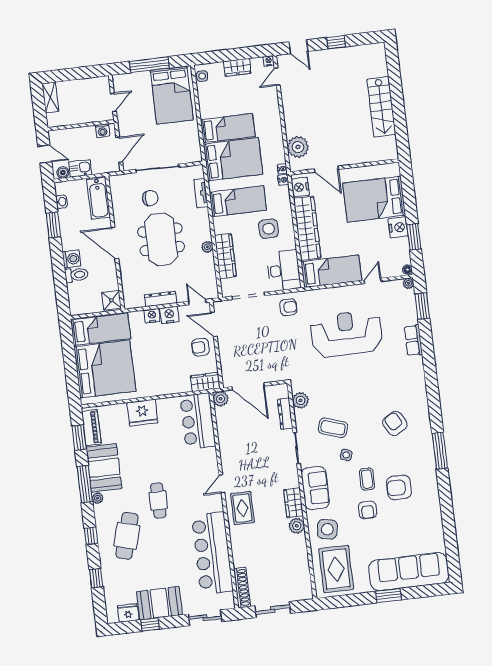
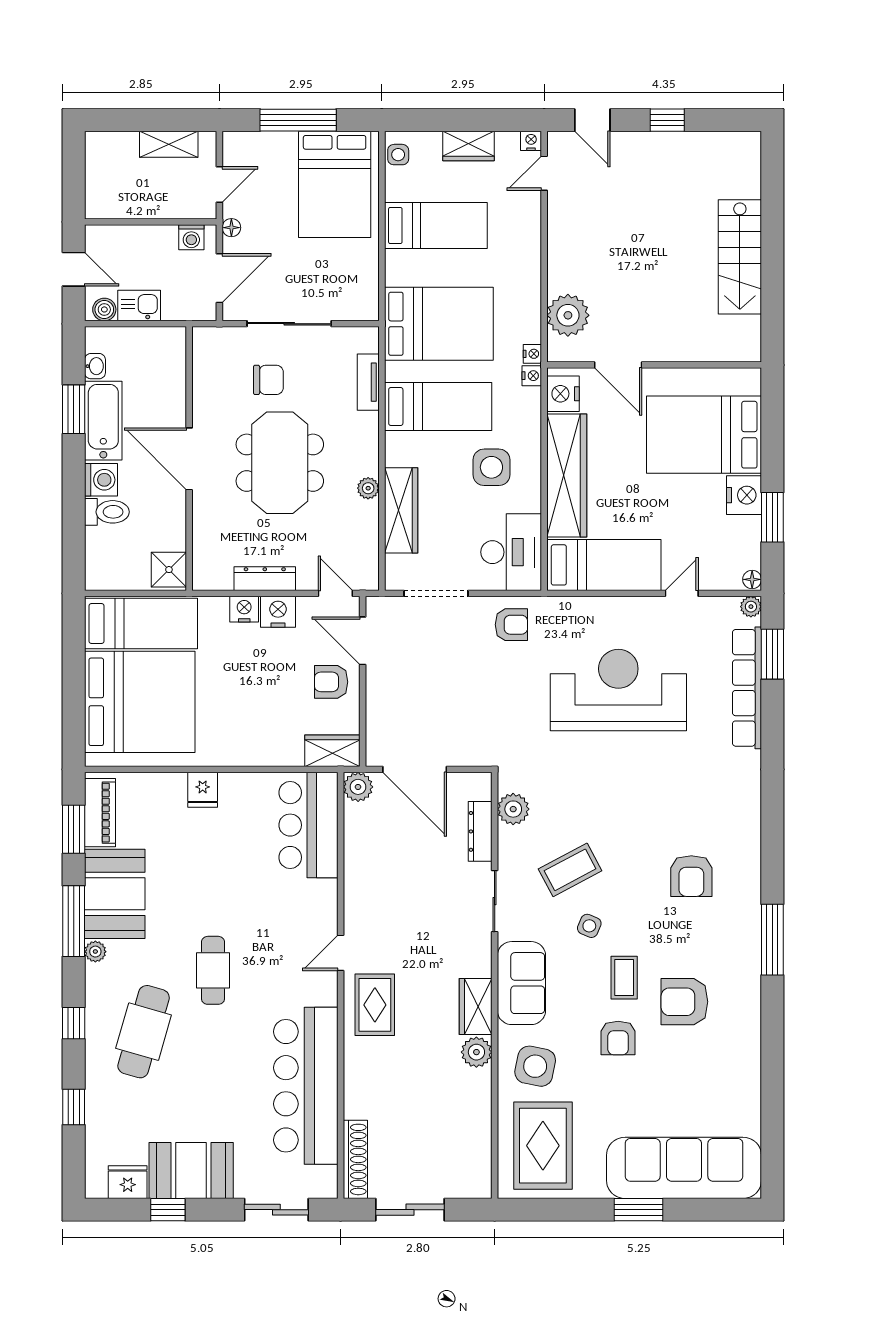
shelving: (50, 97) -> (169, 144), moved, turned 90
floor lamp: (122, 123) -> (231, 228), added
bed: (228, 128) -> (436, 225), moved
bathtub: (99, 198) -> (103, 421), moved, turned 180
row of seats: (413, 340) -> (747, 688), width x2.02
fridge: (142, 413) -> (203, 790), width x0.53, depth x0.75
armchair: (395, 423) -> (691, 876), turned -151
coffee table: (333, 428) -> (570, 870), turned -46

